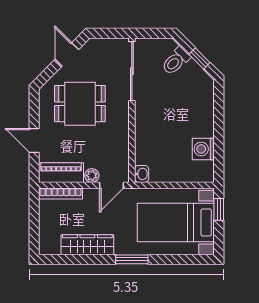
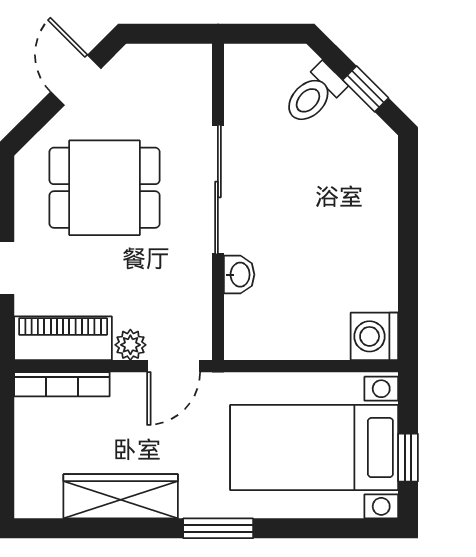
sliding door: (132, 71) -> (218, 189), moved
washing machine: (203, 149) -> (374, 336), moved
washbasin: (142, 174) -> (239, 275), moved
window: (219, 209) -> (408, 458), moved

